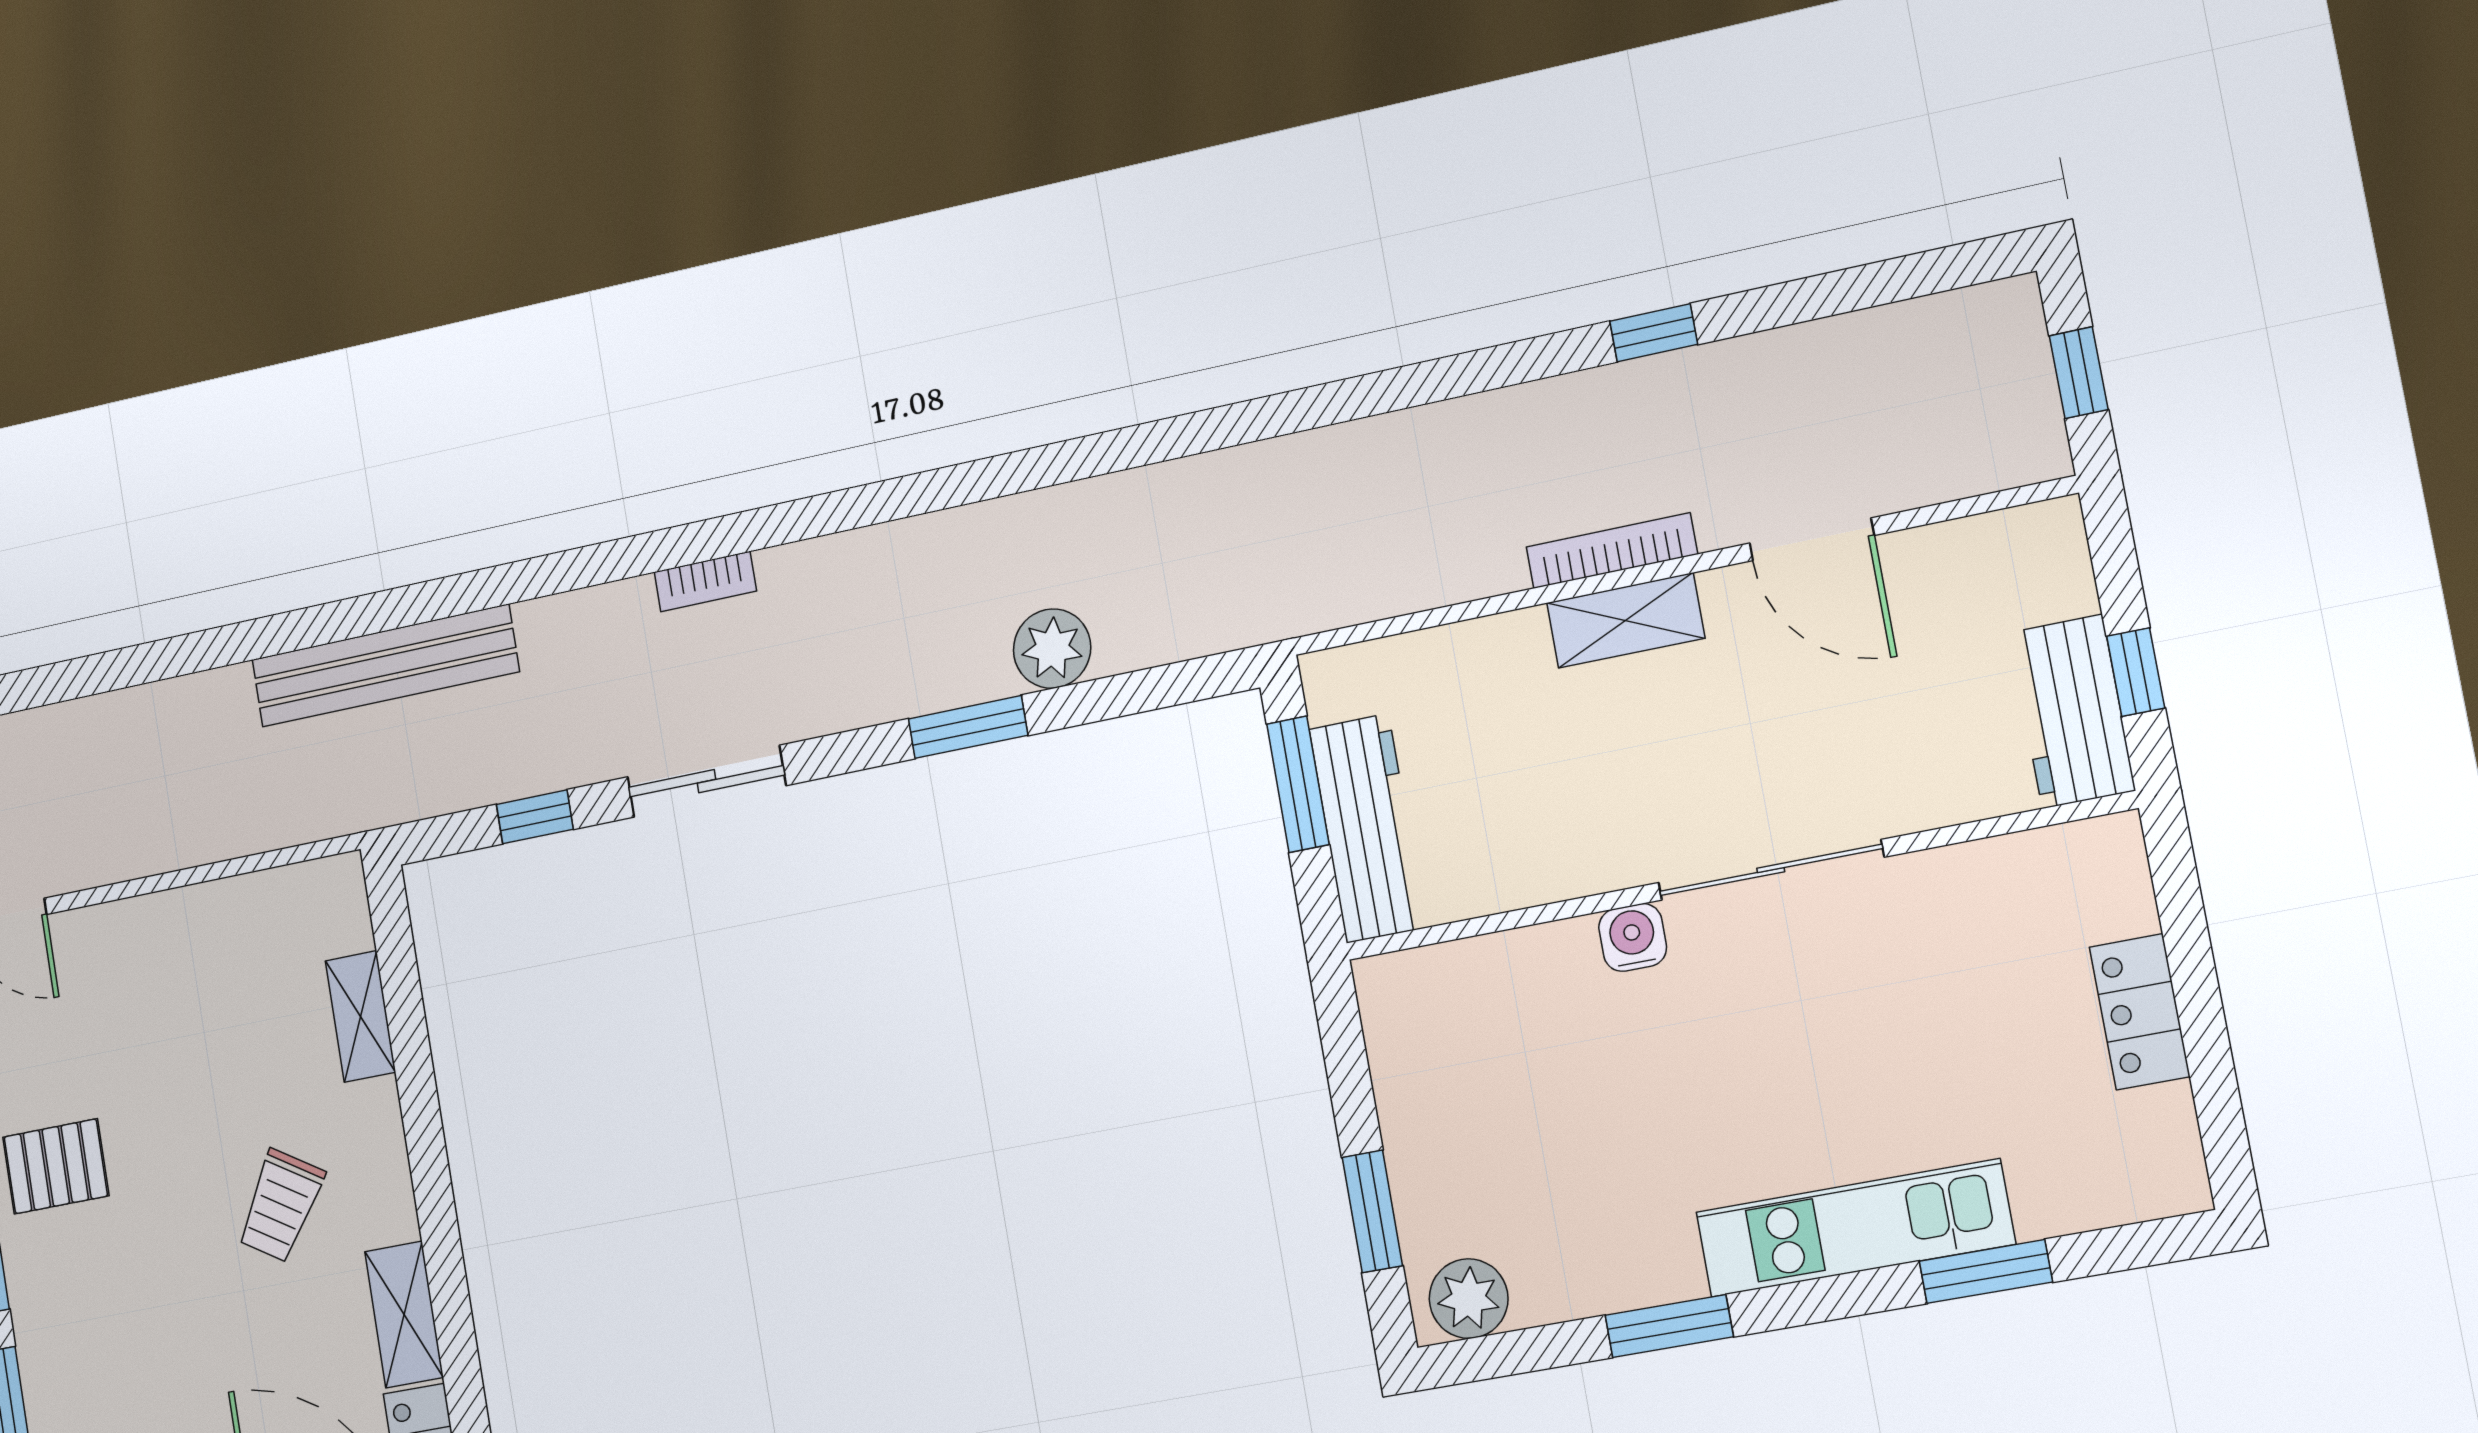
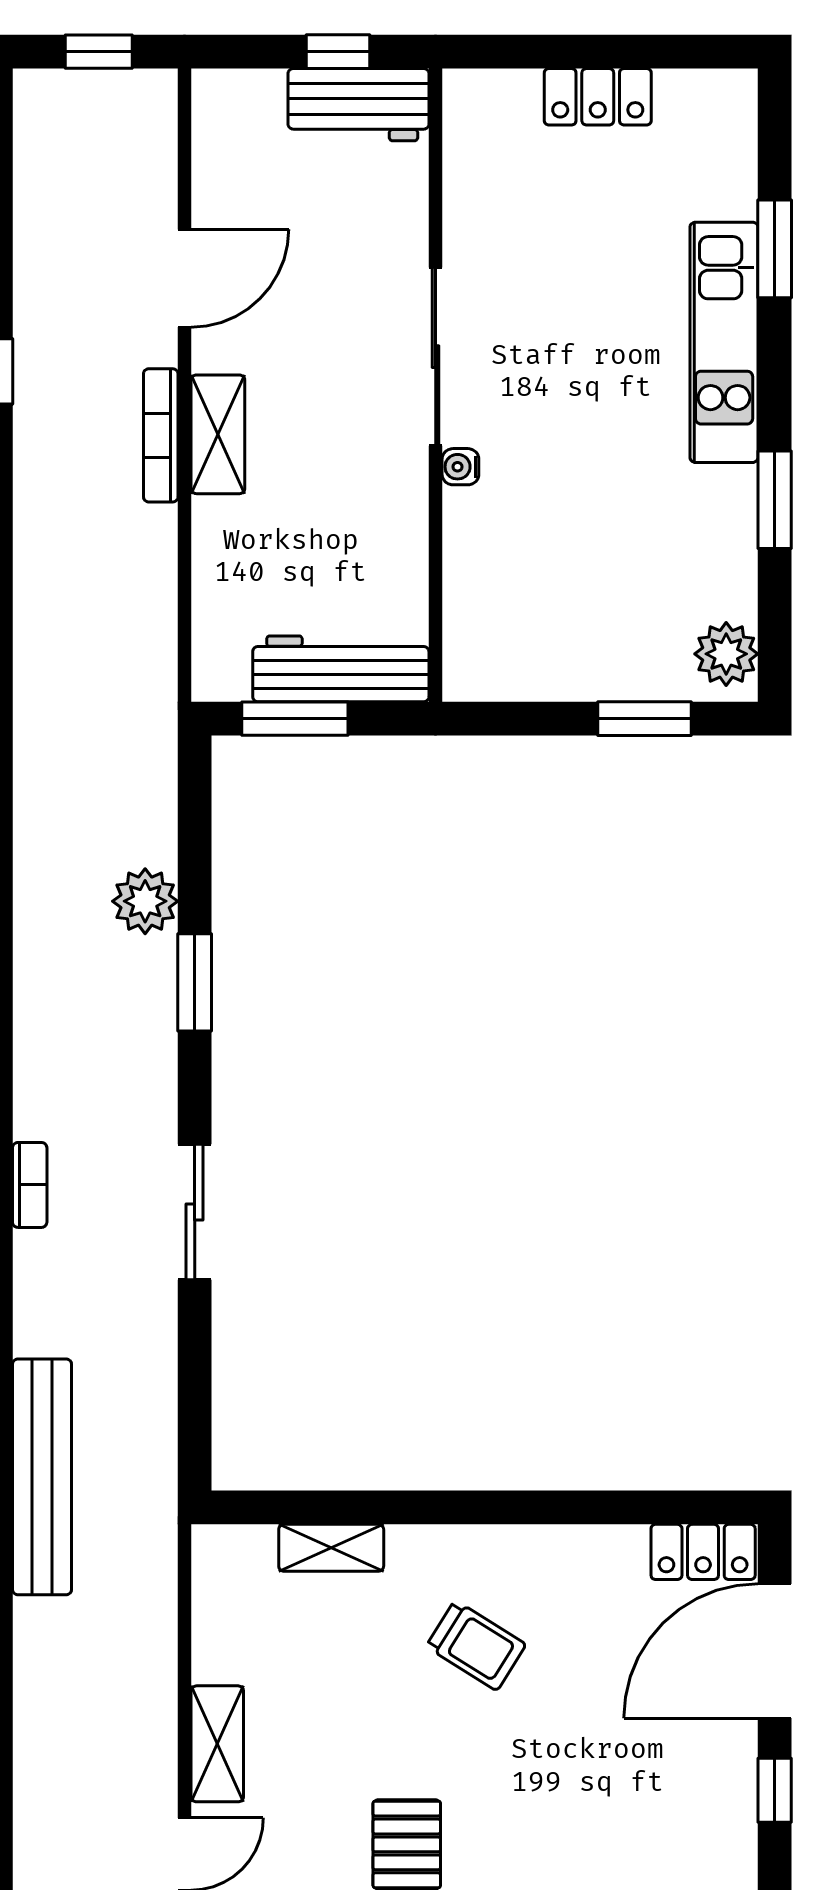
window: (535, 817) -> (195, 1366), removed
water cooler: (1633, 937) -> (460, 467), width x0.72, depth x0.72
shelving: (404, 1314) -> (217, 1744), moved, turned 90

